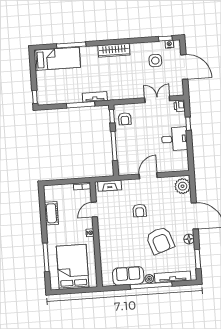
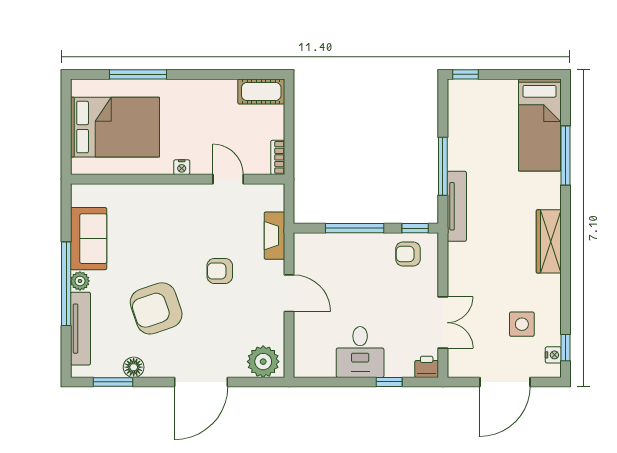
tv unit: (95, 97) -> (457, 206), width x1.41
fireplace: (110, 186) -> (274, 236), moved
cot: (51, 213) -> (261, 92), moved
floor lamp: (189, 239) -> (134, 367), moved

